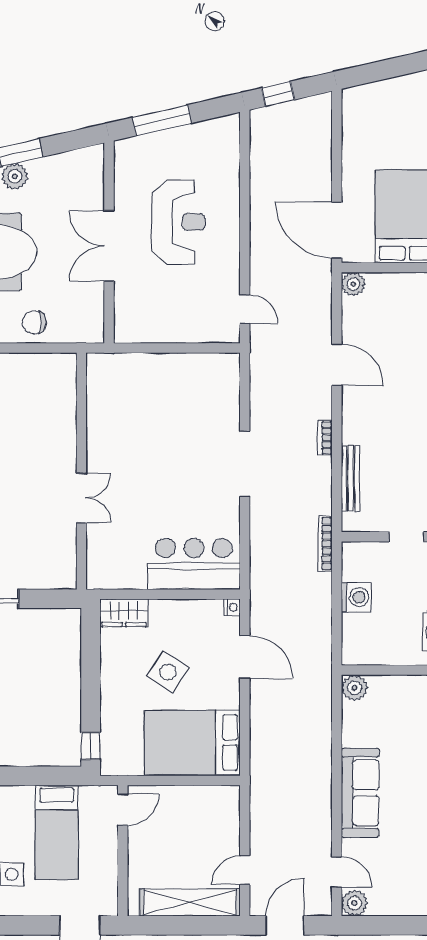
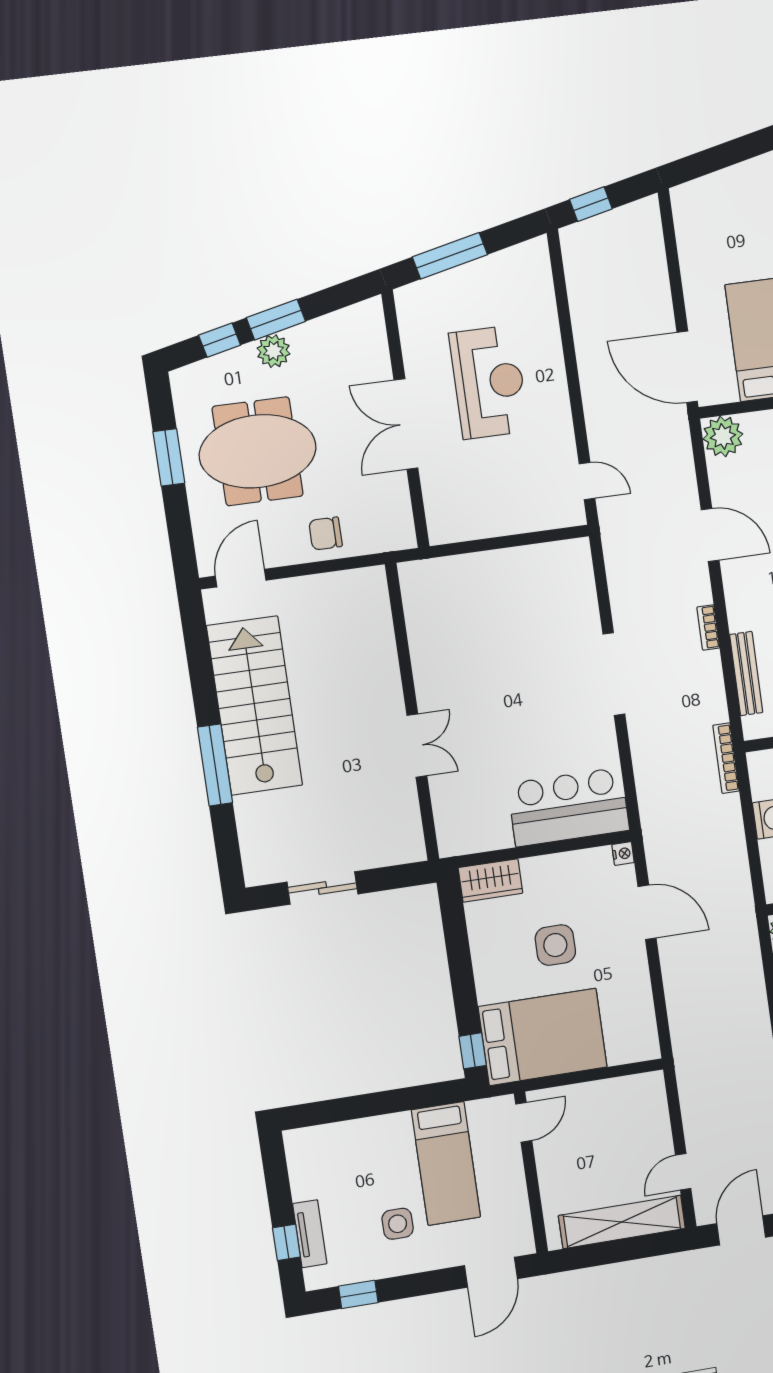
plant: (353, 284) -> (723, 436), width x1.36, depth x1.36
side table: (168, 672) -> (555, 945), turned -32
bed: (192, 742) -> (543, 1037), moved, turned 180

